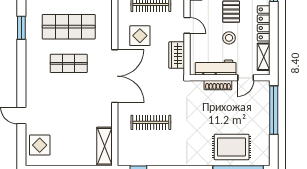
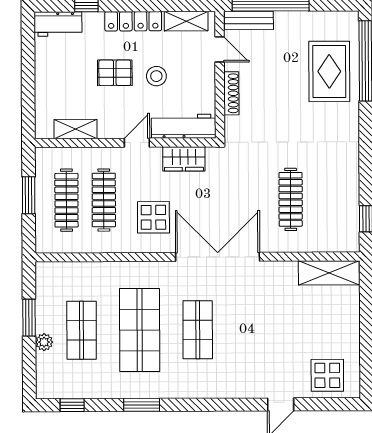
workbench: (216, 68) -> (184, 126), moved, turned 90
bench: (264, 96) -> (249, 20), added

